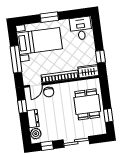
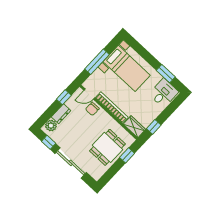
window: (49, 17) -> (166, 74), moved
window: (108, 115) -> (127, 155), moved
sliding door: (76, 142) -> (71, 163), width x1.37

